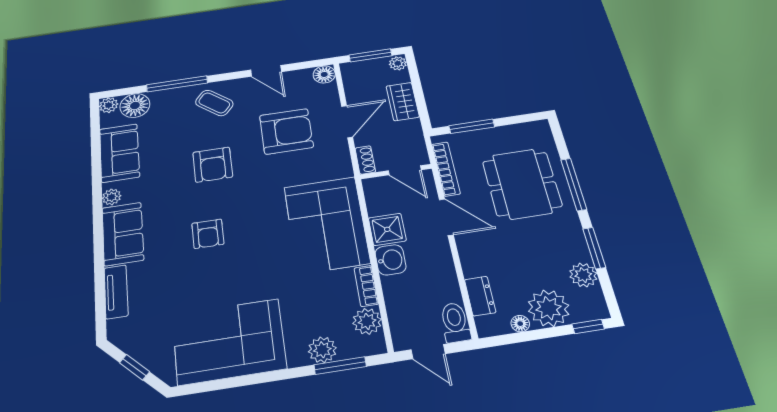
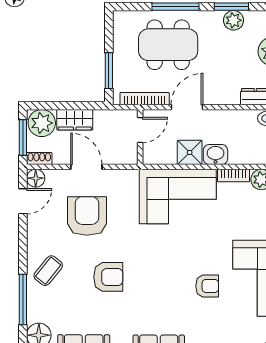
plant: (398, 63) -> (42, 123), width x1.88, depth x1.88
door: (266, 71) -> (23, 201), moved
shoe rack: (365, 160) -> (39, 159), moved
armchair: (208, 234) -> (207, 286), moved
plant: (583, 275) -> (234, 20), moved

